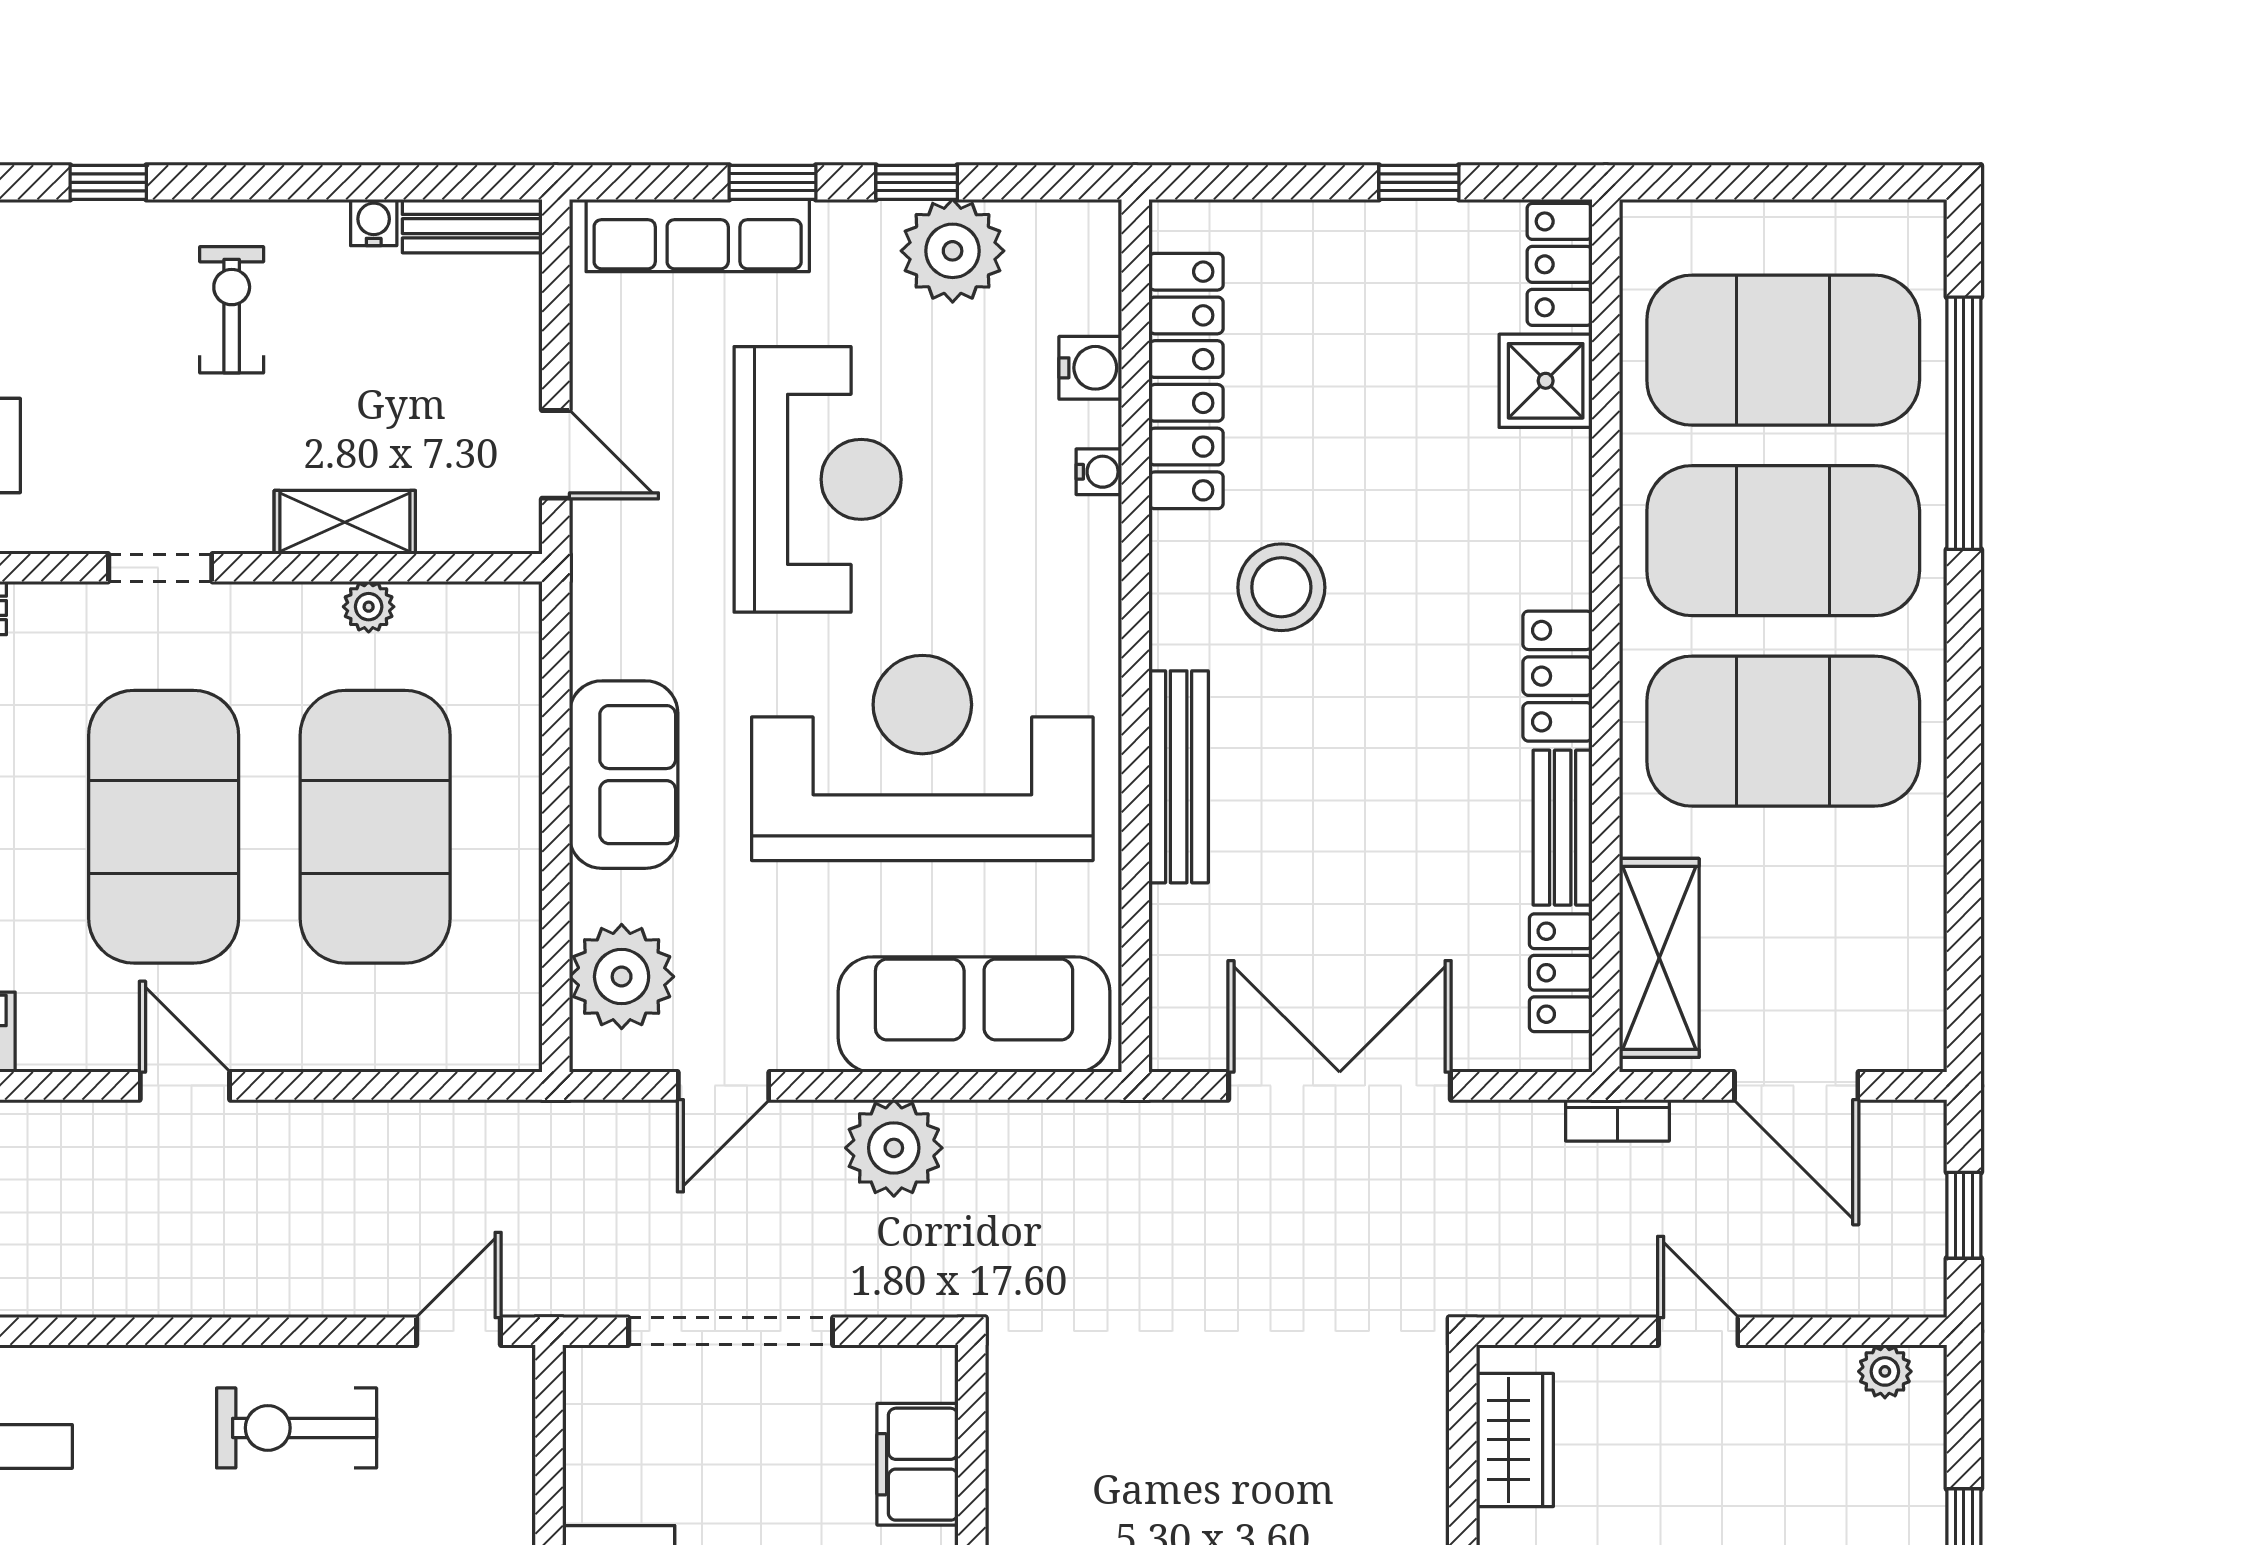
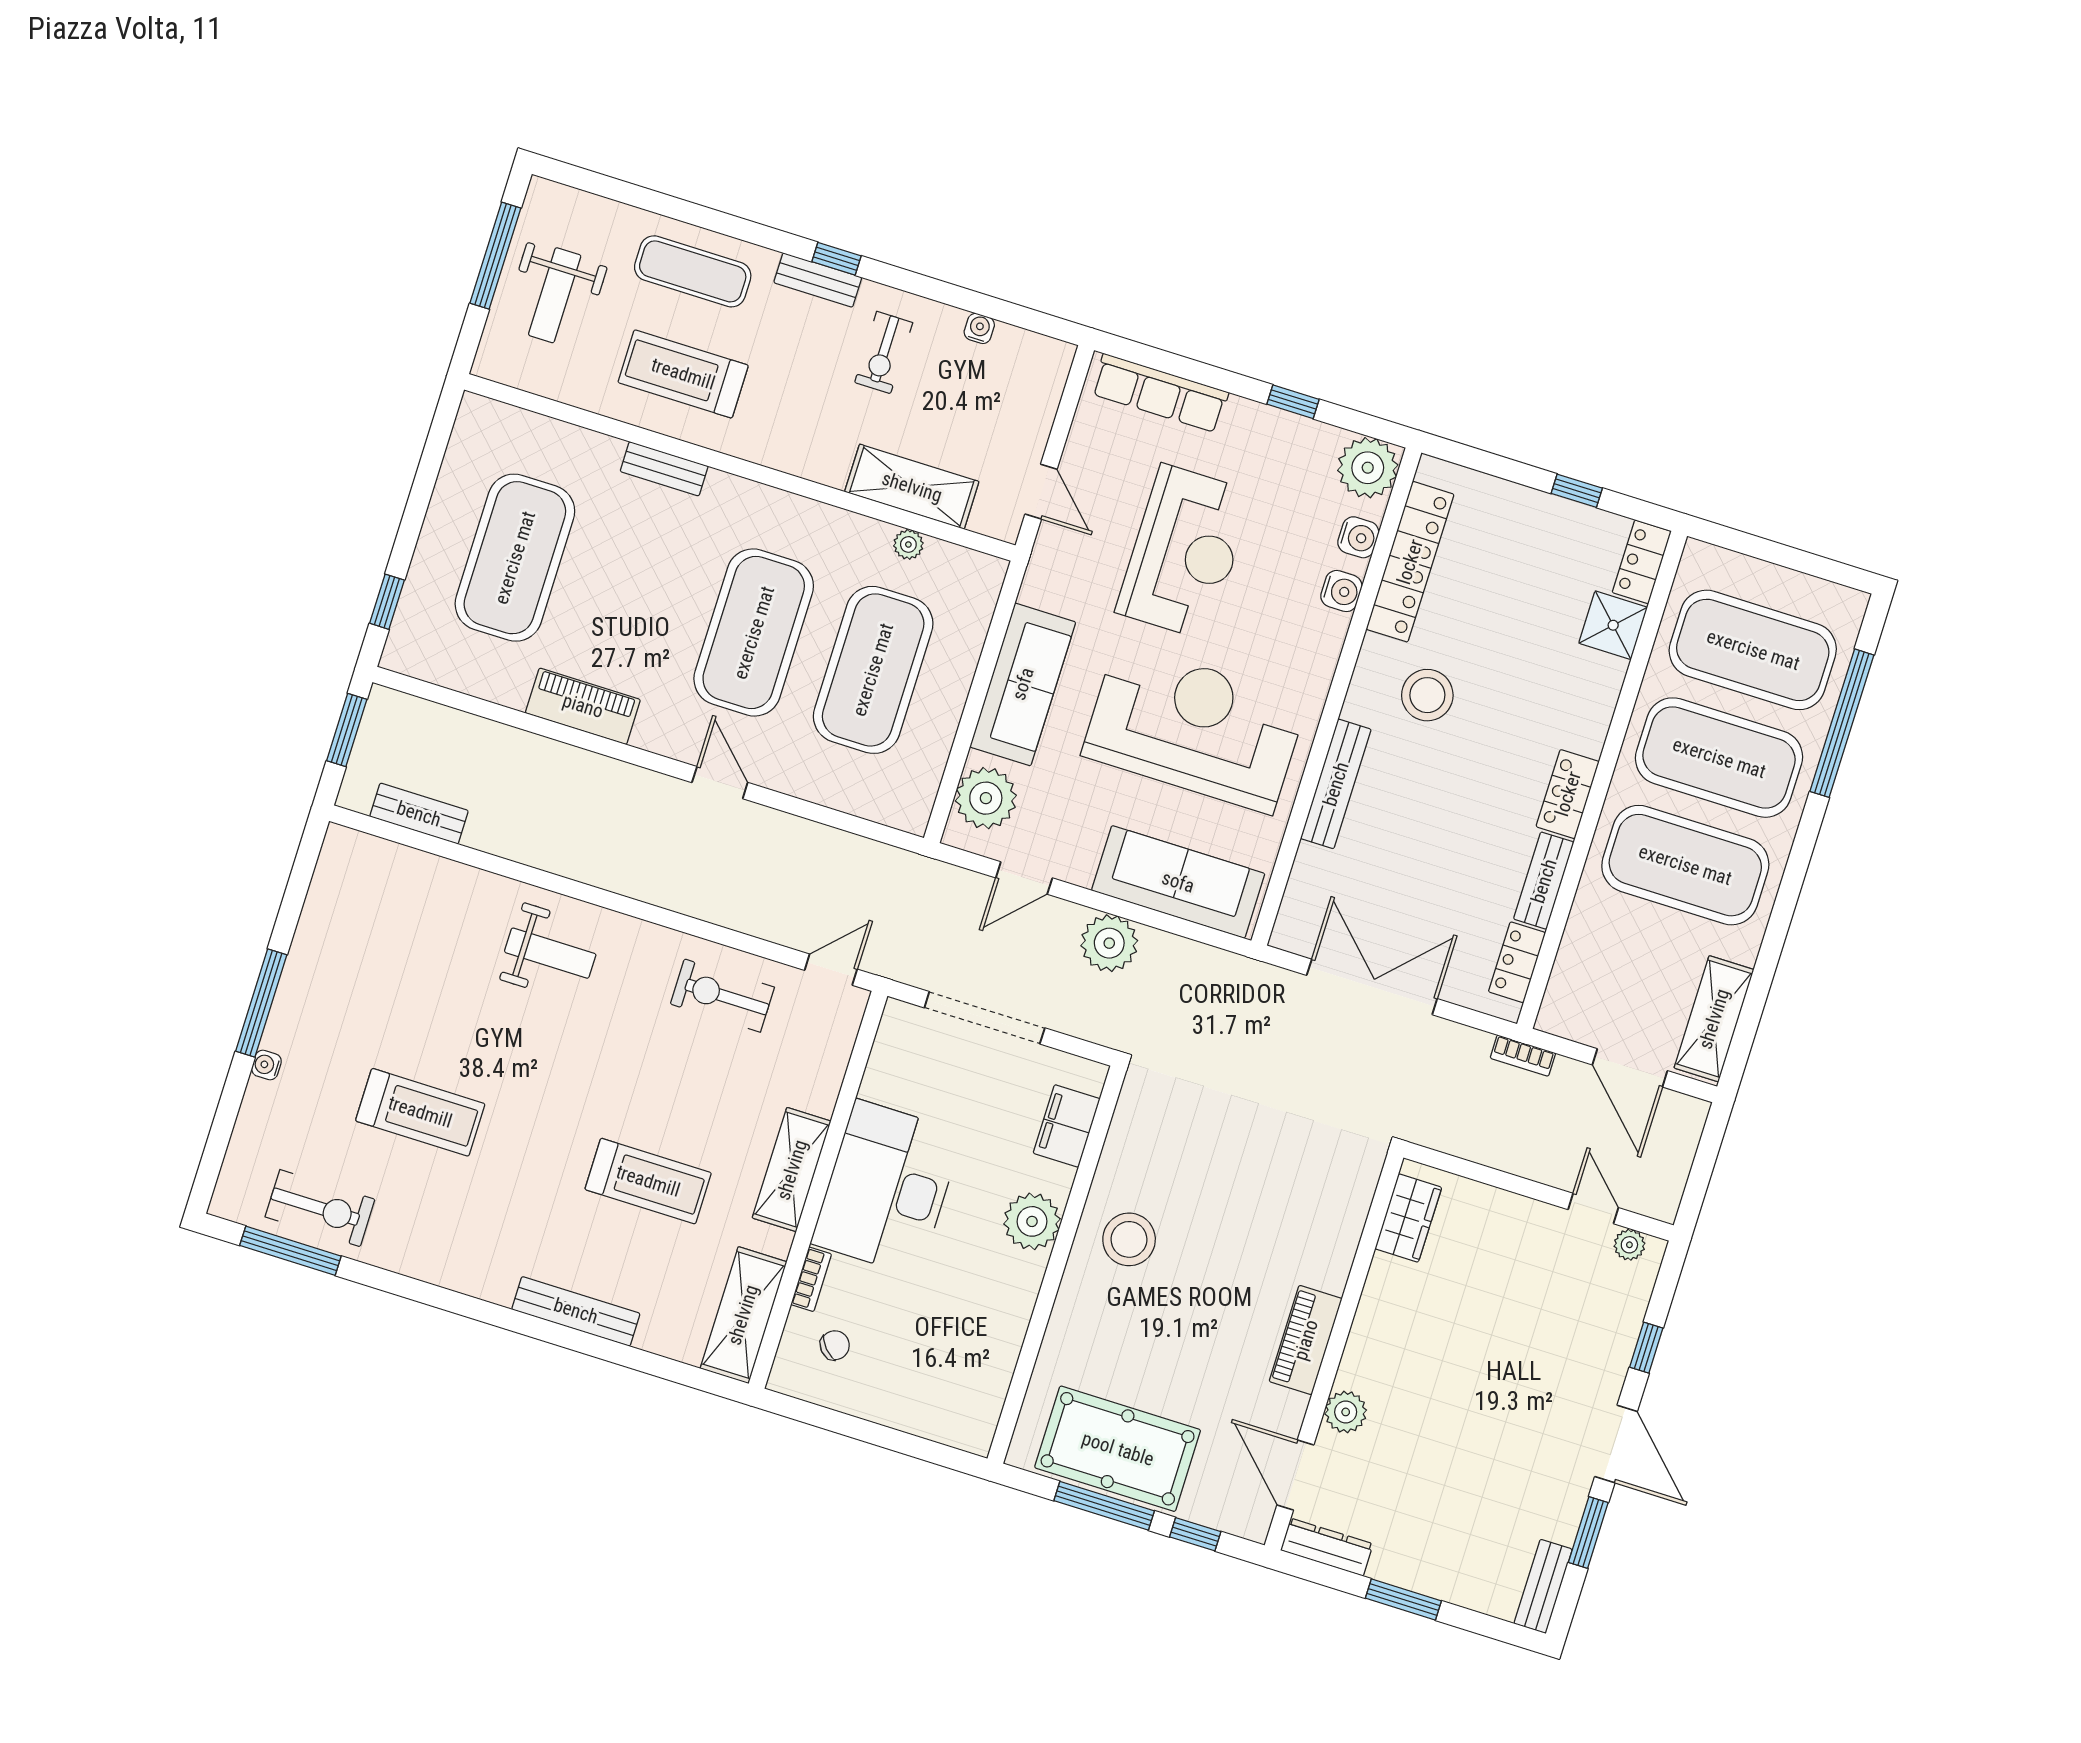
window: (772, 182) -> (1212, 376), removed
bench: (472, 226) -> (818, 280), moved
plant: (953, 251) -> (1368, 468), moved
exercise bike: (232, 310) -> (884, 353), turned 180
water cooler: (1099, 472) -> (1341, 591), width x1.38, depth x1.38
shelving: (345, 522) -> (912, 487), width x1.50, depth x1.33
doorway: (160, 568) -> (798, 486), removed
sofa: (624, 775) -> (1023, 684), width x1.36
shelving: (1659, 958) -> (1714, 1019), moved
window: (1964, 1215) -> (1702, 1171), removed
door: (1698, 1331) -> (1593, 1209), moved

